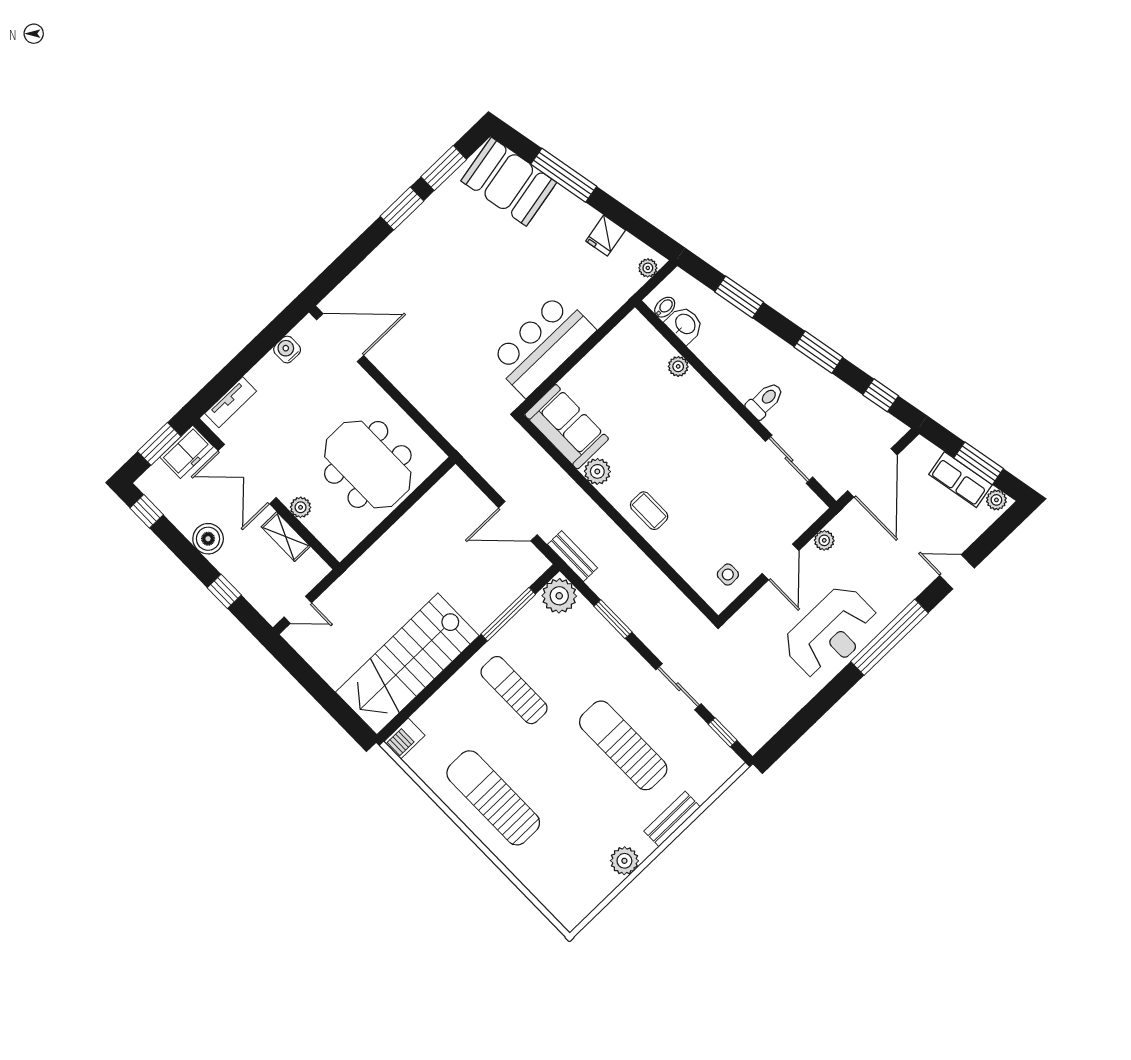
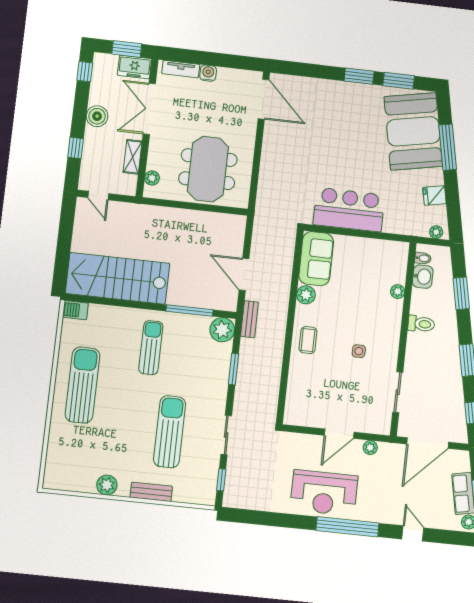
booth: (509, 182) -> (413, 131), width x1.36, depth x1.42
water cooler: (287, 350) -> (208, 73), moved
toilet: (765, 400) -> (421, 324), moved
plant: (301, 507) -> (152, 178), moved
side table: (728, 575) -> (359, 351), moved

